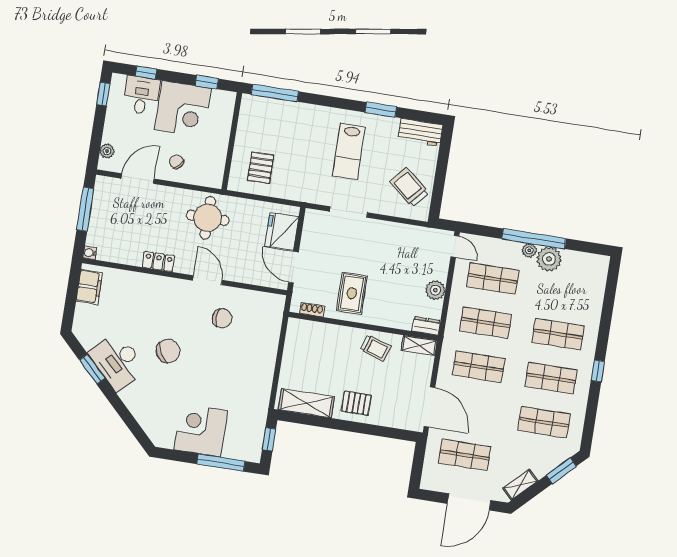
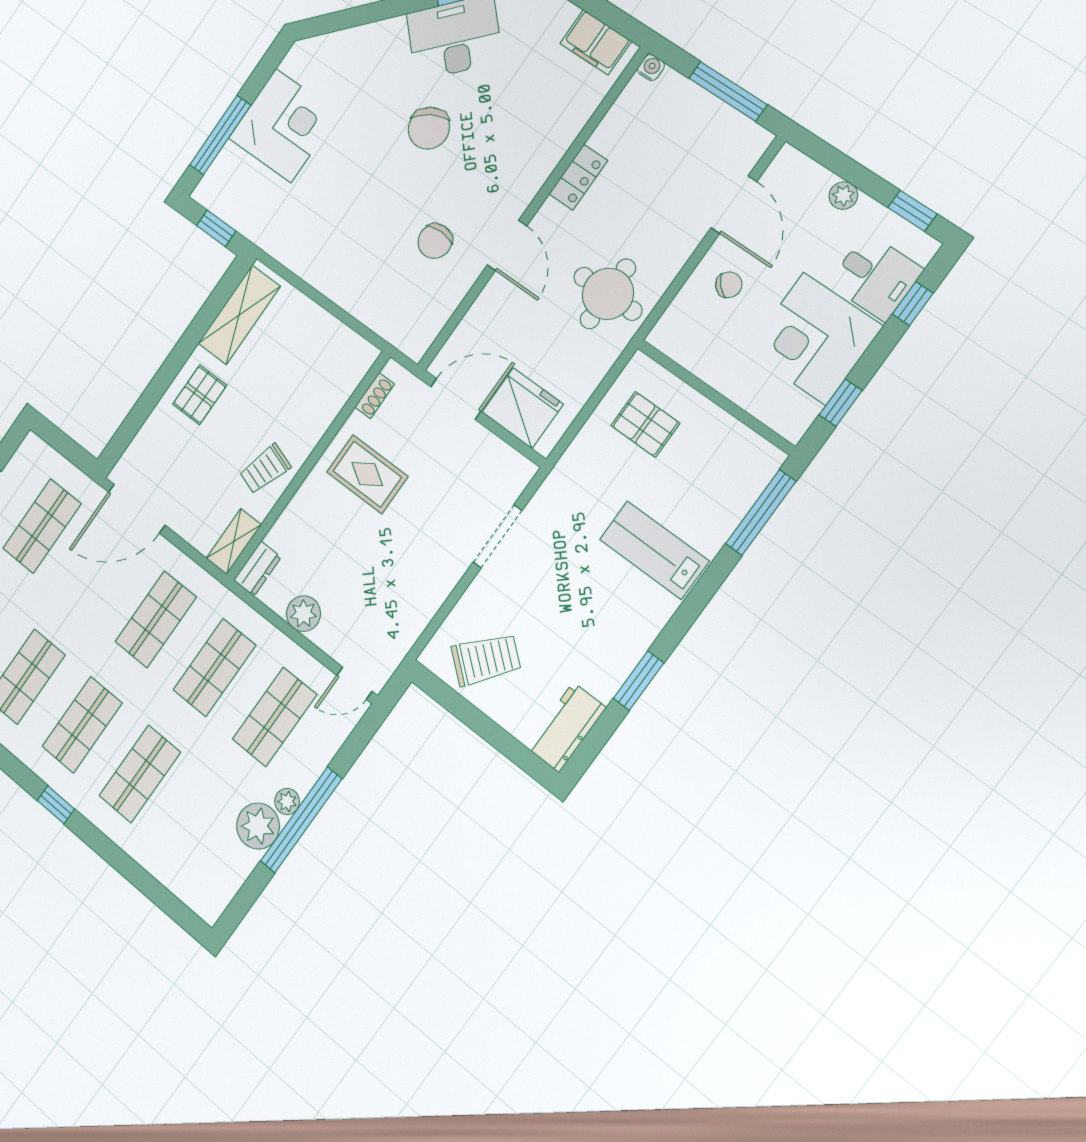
plant: (107, 151) -> (843, 196), moved
lab bench: (349, 152) -> (654, 550), moved
door: (207, 280) -> (507, 245), hinge flipped

